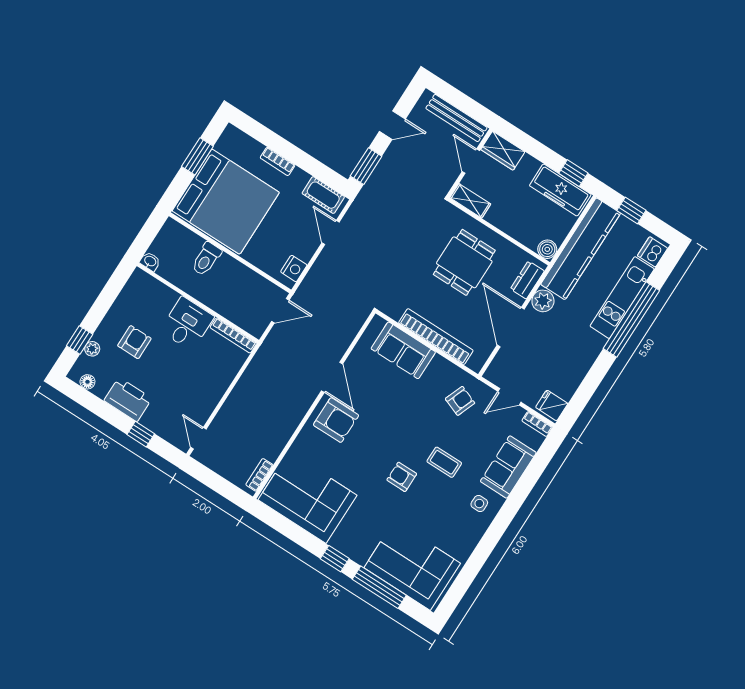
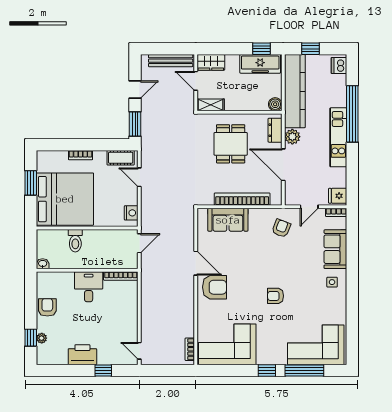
kitchen unit: (622, 298) -> (338, 137), moved
armchair: (134, 342) -> (47, 307), moved
floor lamp: (87, 382) -> (51, 360), removed
coffee table: (444, 462) -> (295, 271), removed

